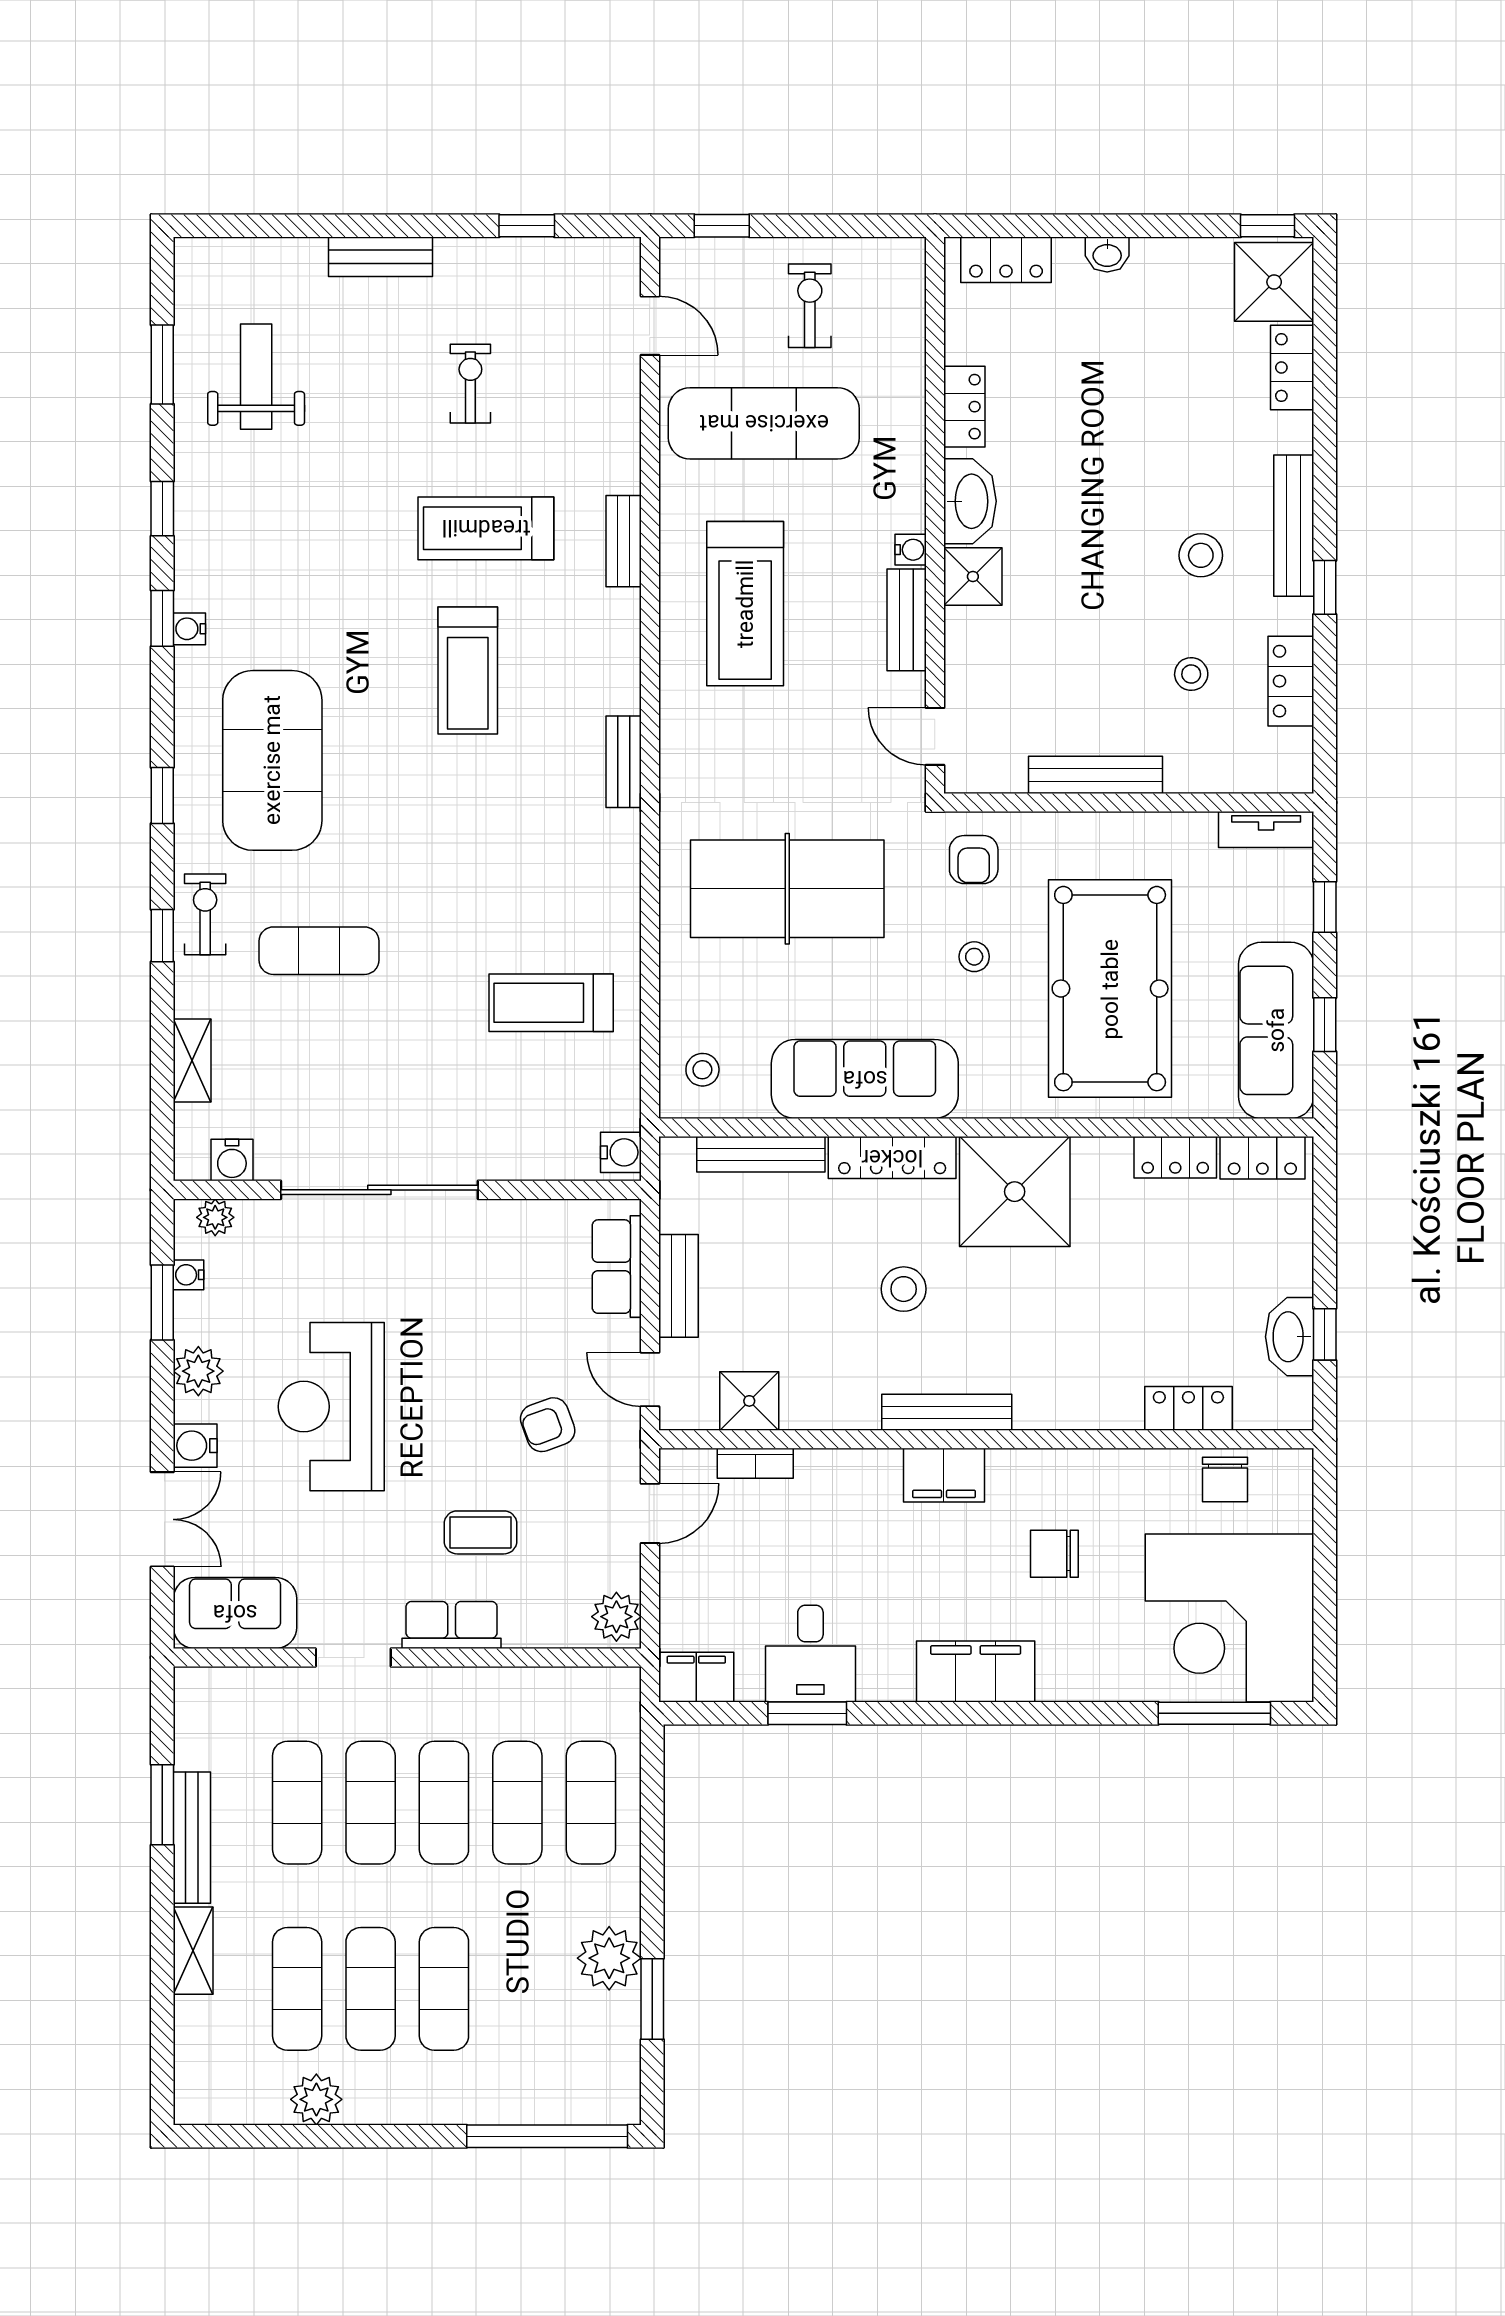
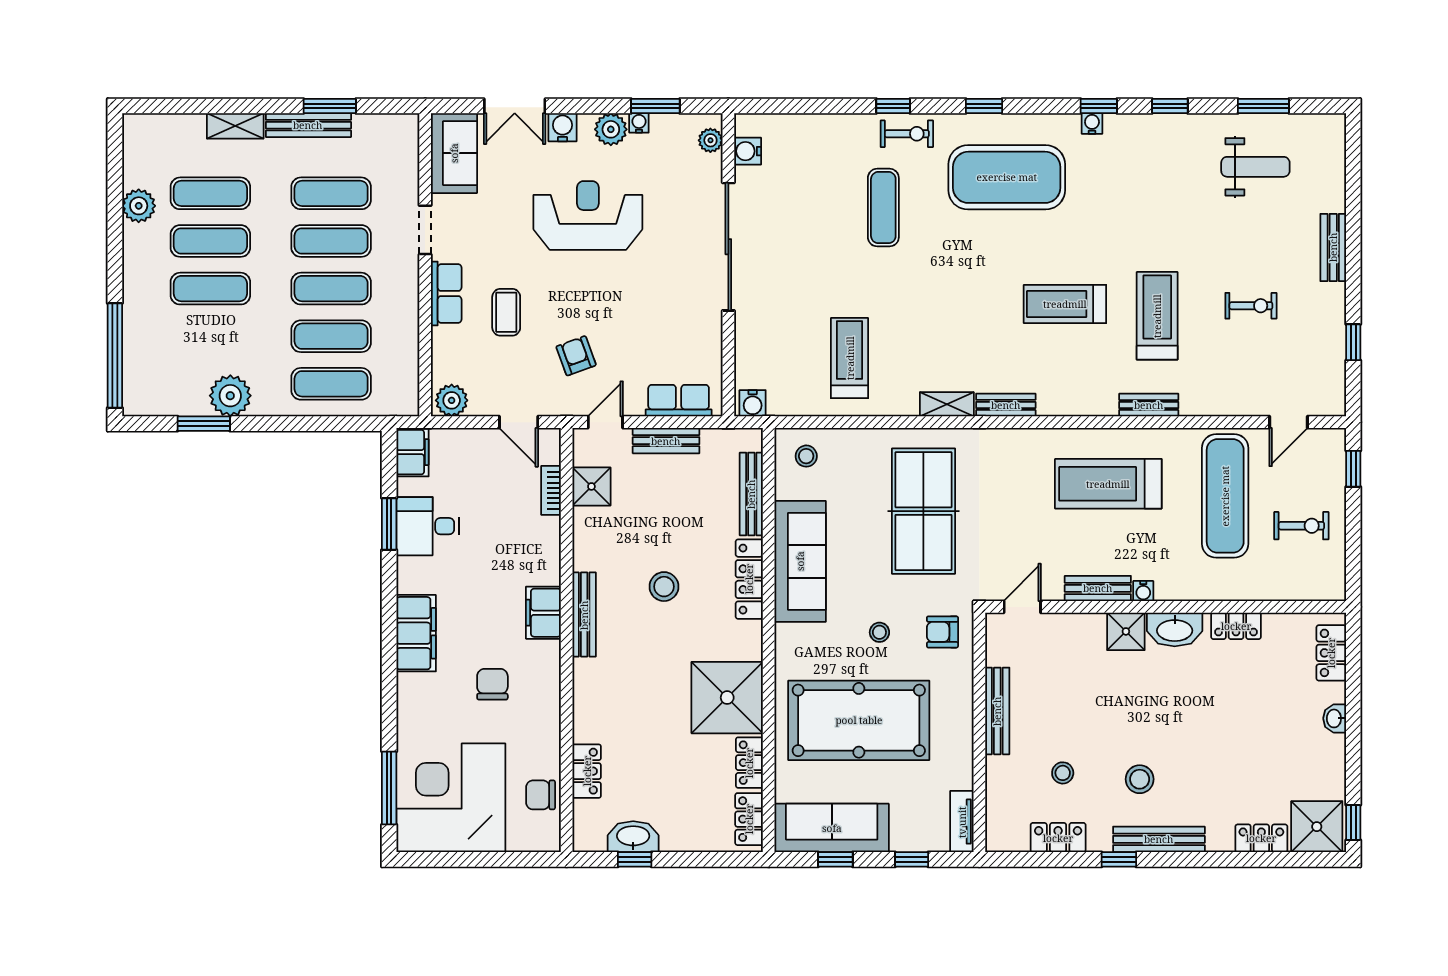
shelving: (192, 1060) -> (947, 404), moved
shower: (1015, 1192) -> (727, 698), moved
water cooler: (189, 1275) -> (639, 123), moved

